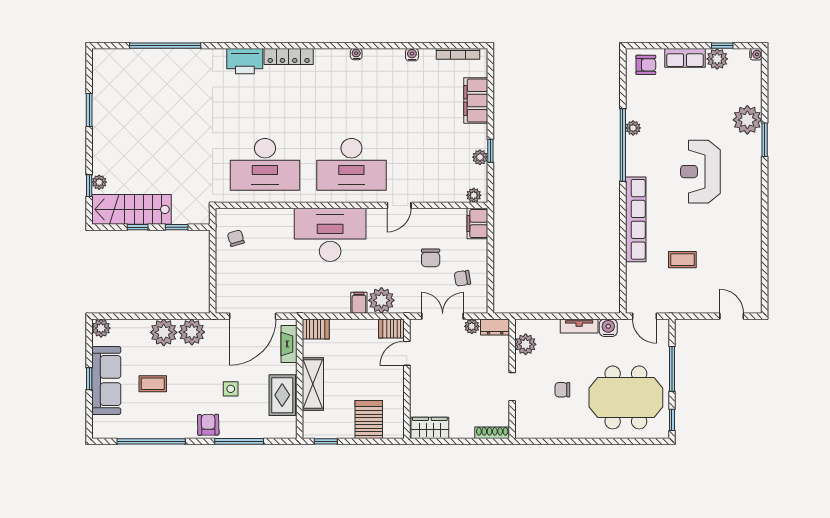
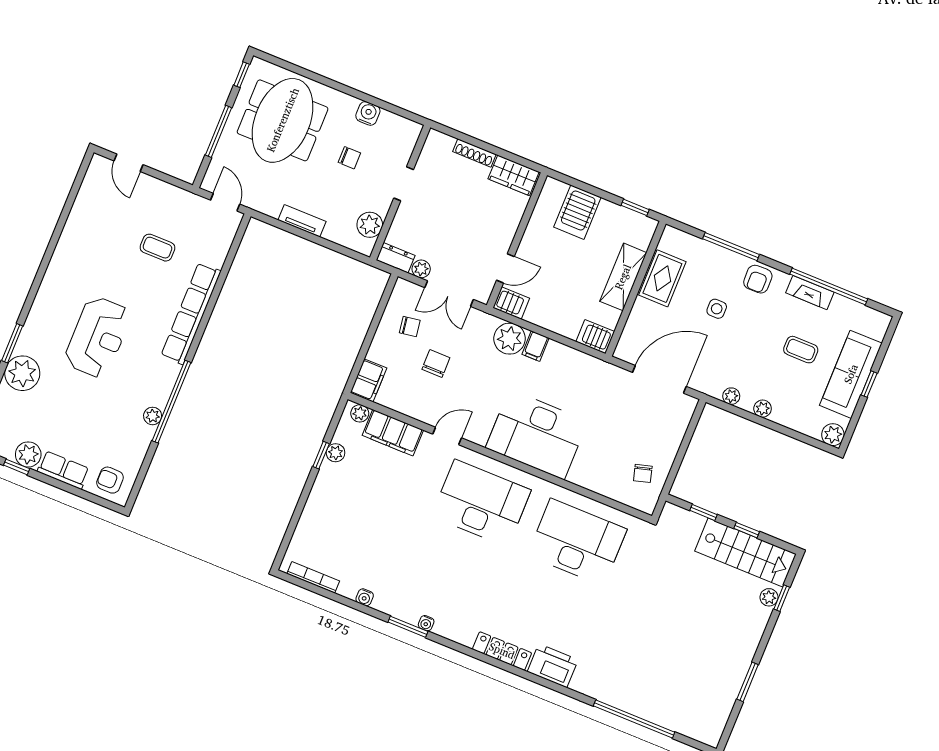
window: (369, 46) -> (408, 627), added
filing cabinet: (476, 100) -> (393, 433), moved, turned 90
water cooler: (608, 328) -> (368, 113), moved, turned 180
plant: (164, 332) -> (763, 409), width x0.53, depth x0.53
plant: (192, 332) -> (731, 396), width x0.53, depth x0.53
fireplace: (289, 344) -> (810, 293), moved, turned 90
meeting table: (626, 397) -> (283, 120), turned 90
shoe rack: (492, 433) -> (474, 153), moved

